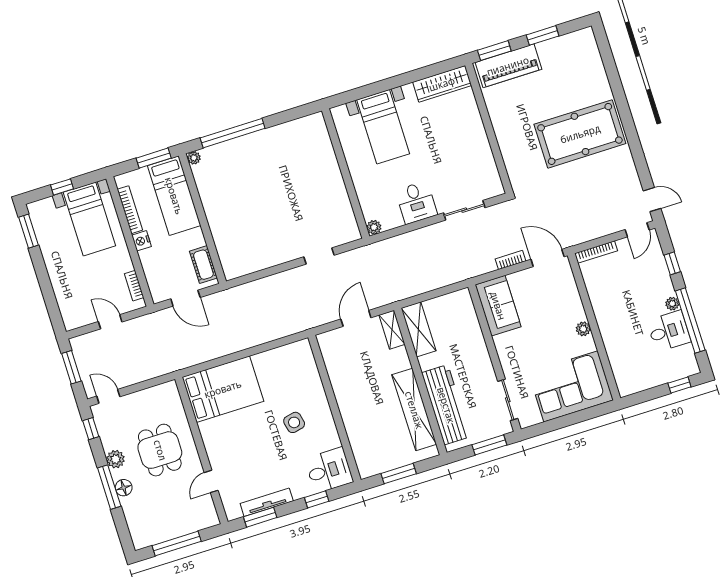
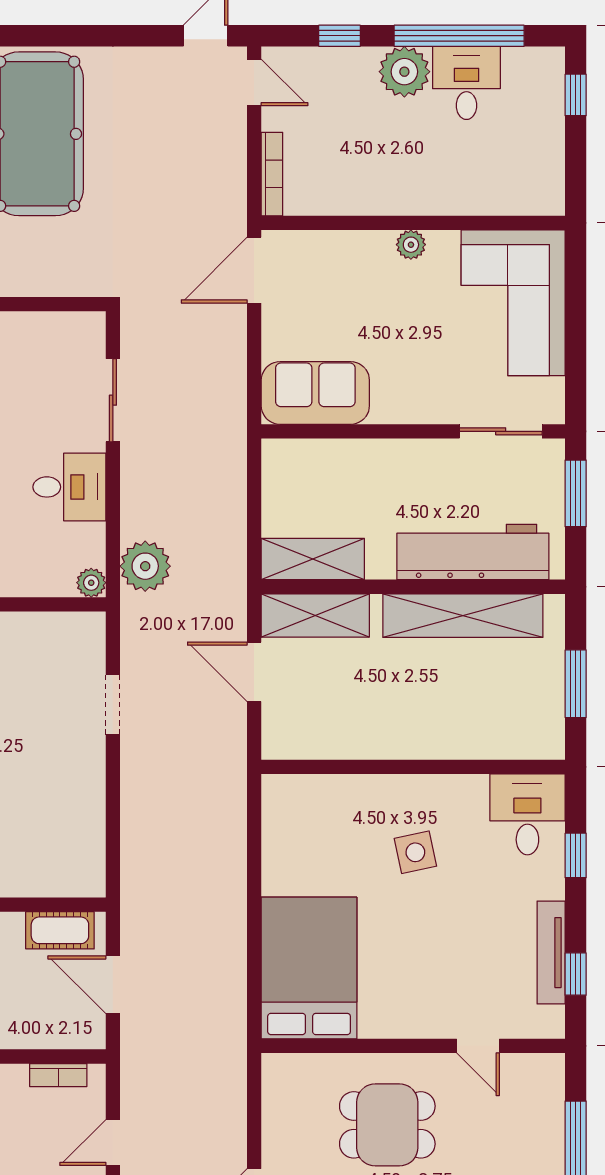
plant: (390, 251) -> (145, 566), added
bookcase: (511, 260) -> (236, 342), removed
door: (185, 298) -> (113, 985), swing flipped
plant: (672, 304) -> (404, 72), width x1.88, depth x1.88
shelving: (392, 330) -> (315, 615), width x1.50, depth x1.33
window: (260, 517) -> (576, 974), width x0.67

